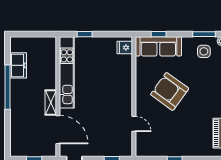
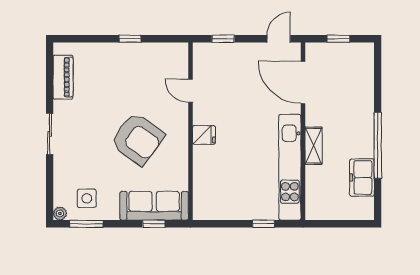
fridge: (125, 48) -> (204, 135), moved
shelving: (51, 102) -> (314, 146), moved

